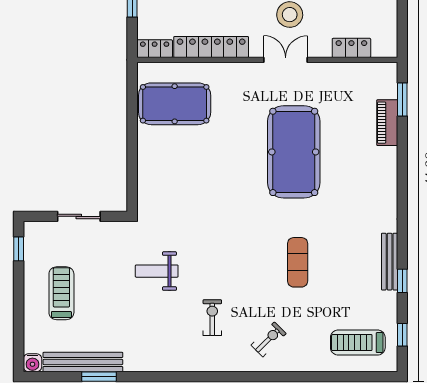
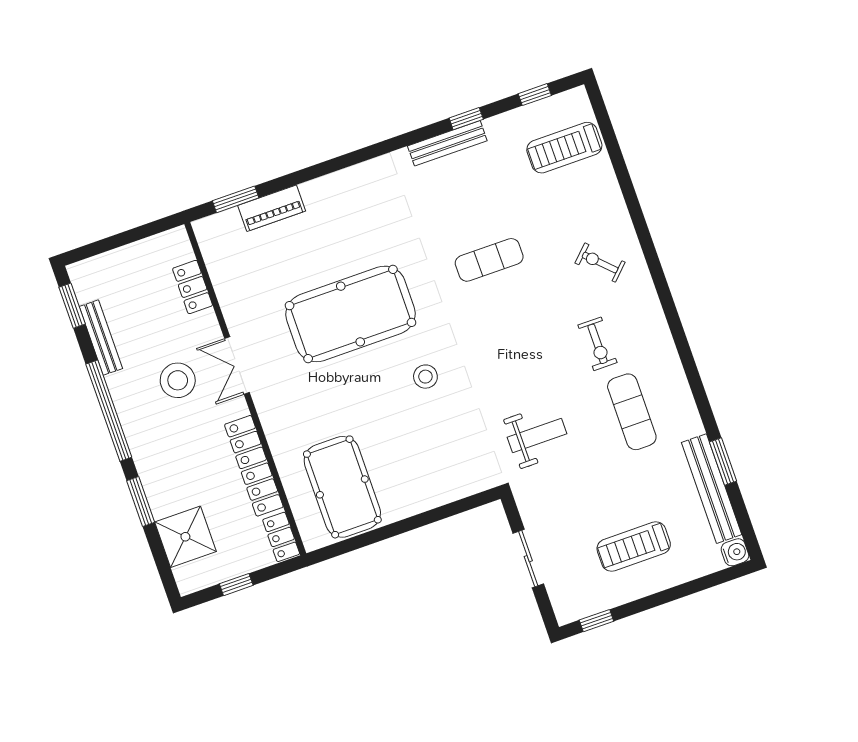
stool: (232, 189) -> (425, 377), added
weight bench: (157, 271) -> (537, 436), moved, turned -90
exercise bike: (212, 318) -> (597, 344), turned -90
exercise mat: (156, 325) -> (632, 412), added
treadmill: (358, 343) -> (564, 148), turned 90

